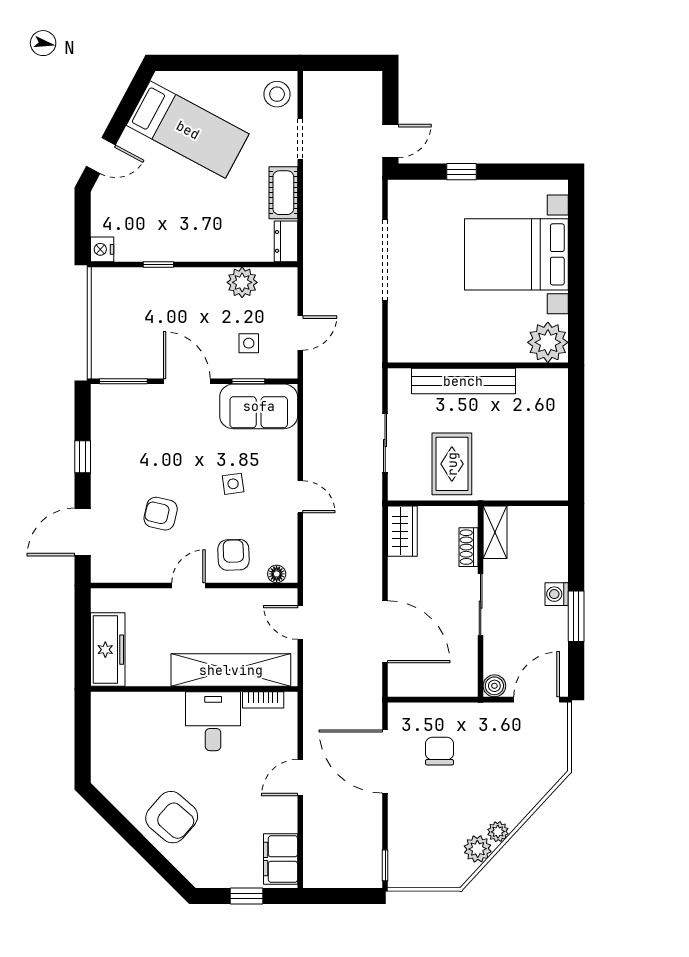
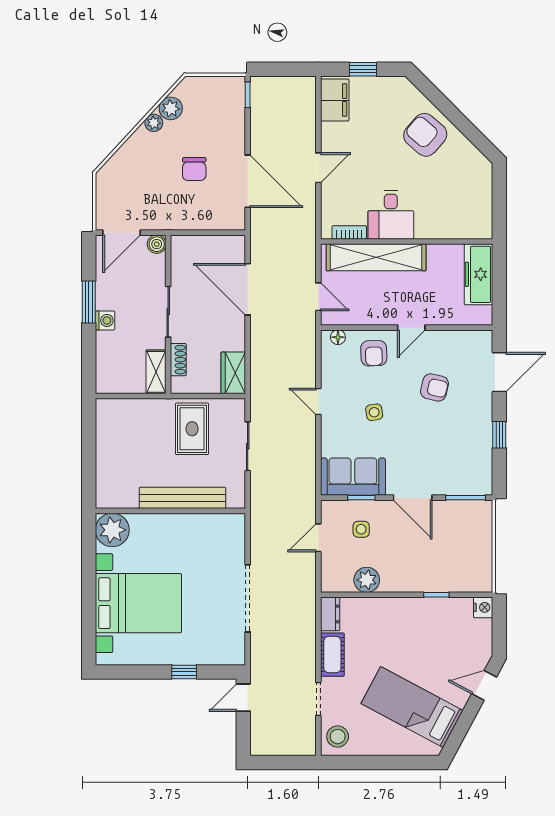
chair: (440, 751) -> (194, 169), moved

